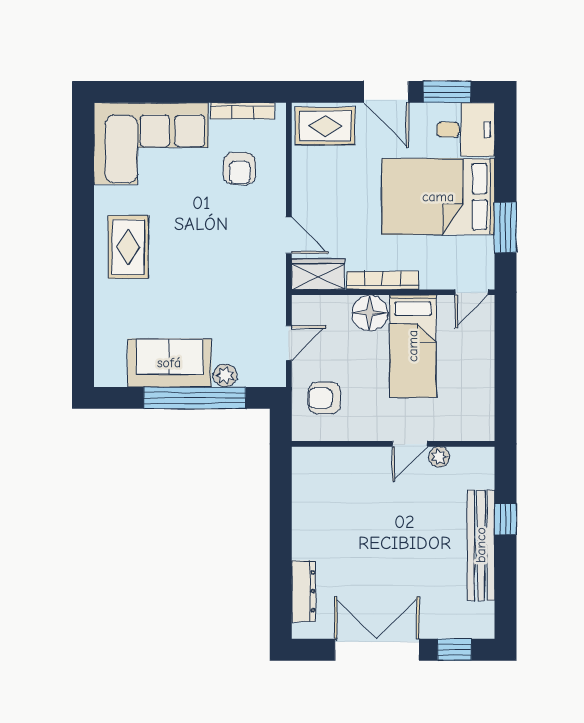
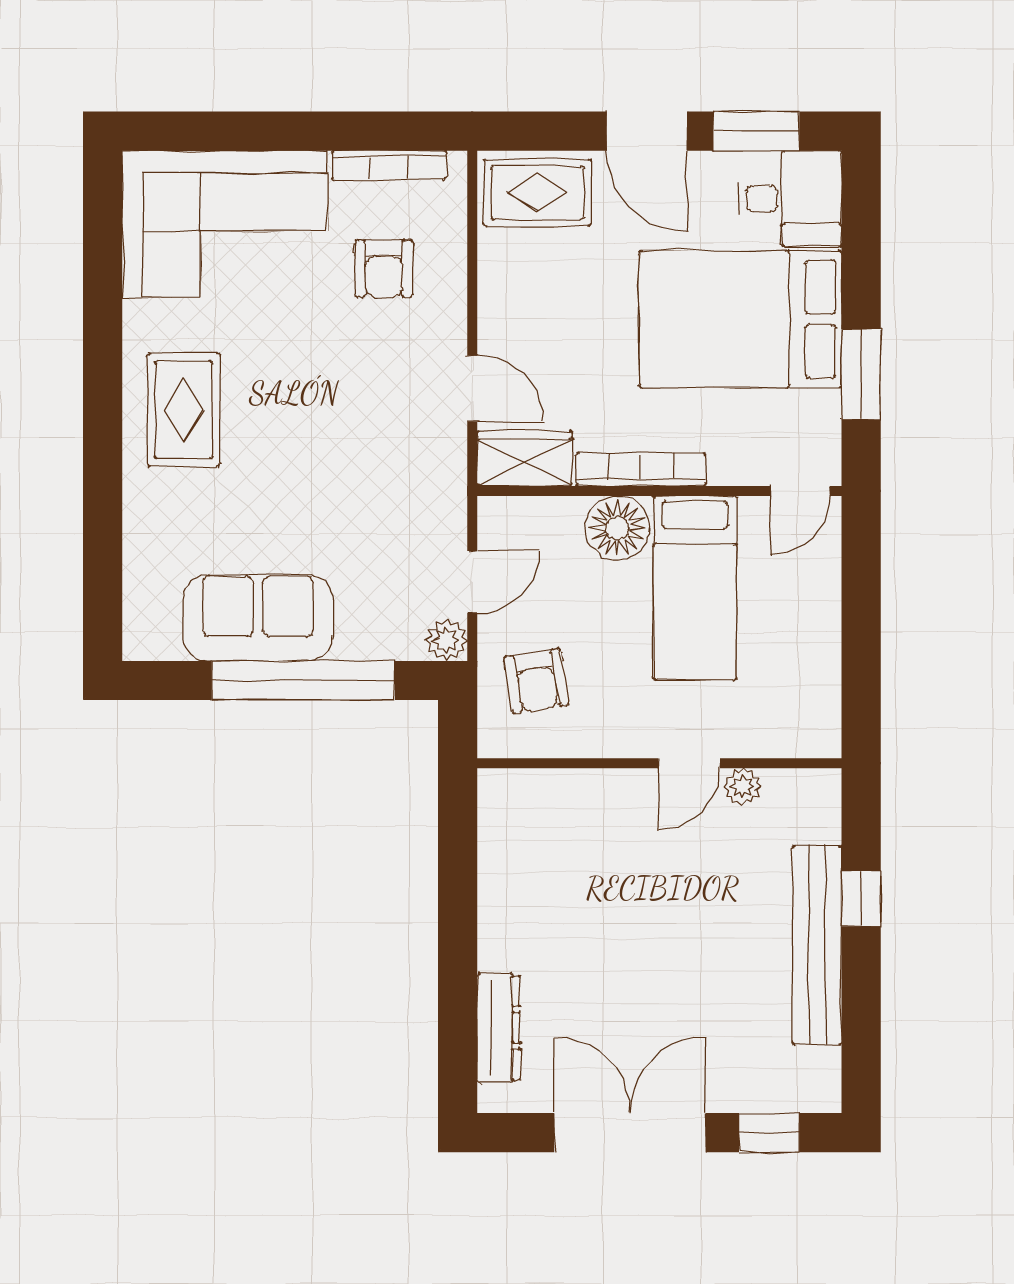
plant: (225, 375) -> (447, 640), moved
armchair: (325, 398) -> (536, 681), turned -99

